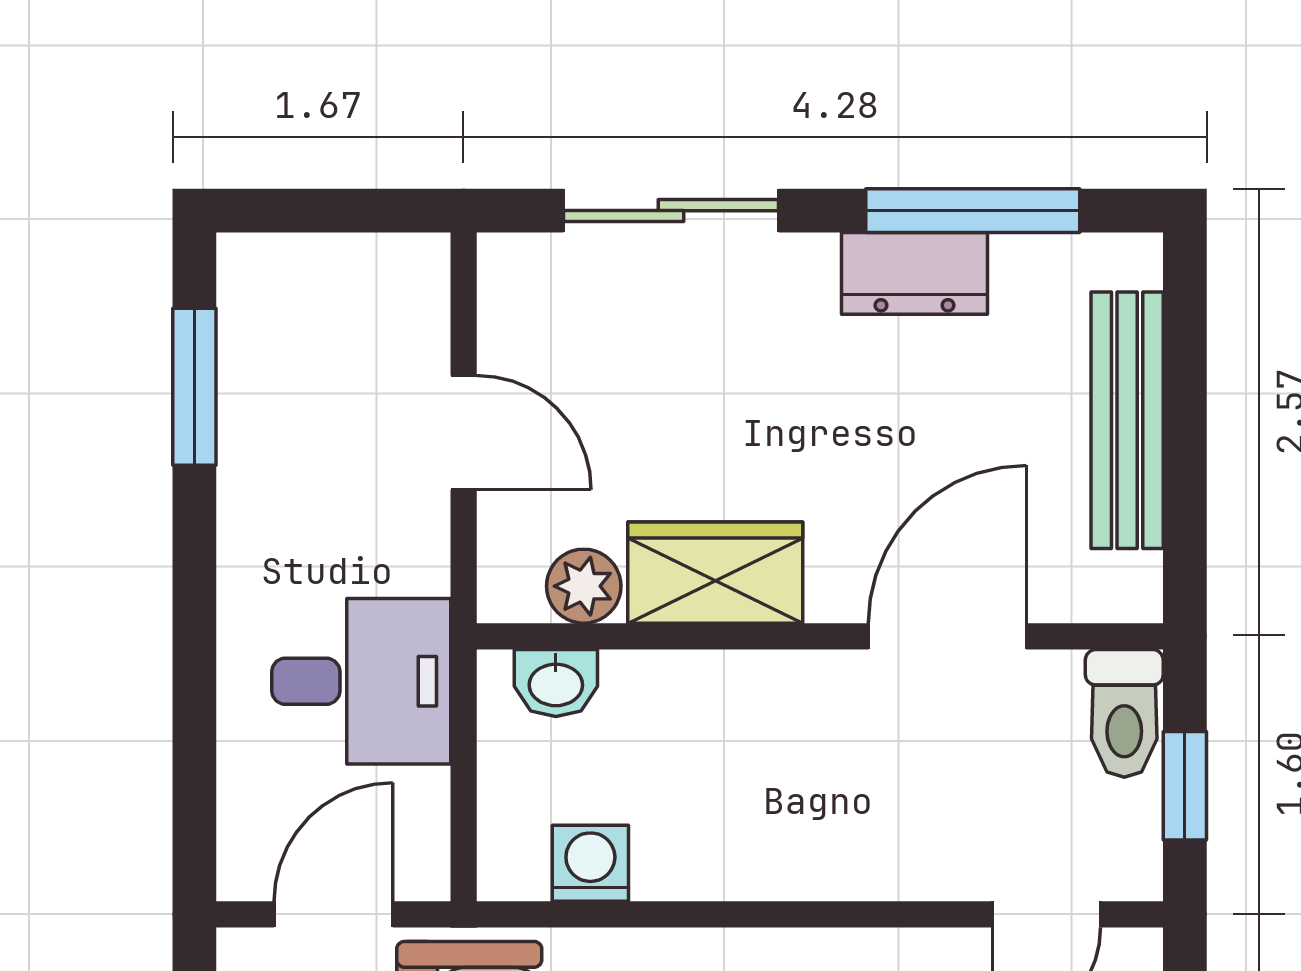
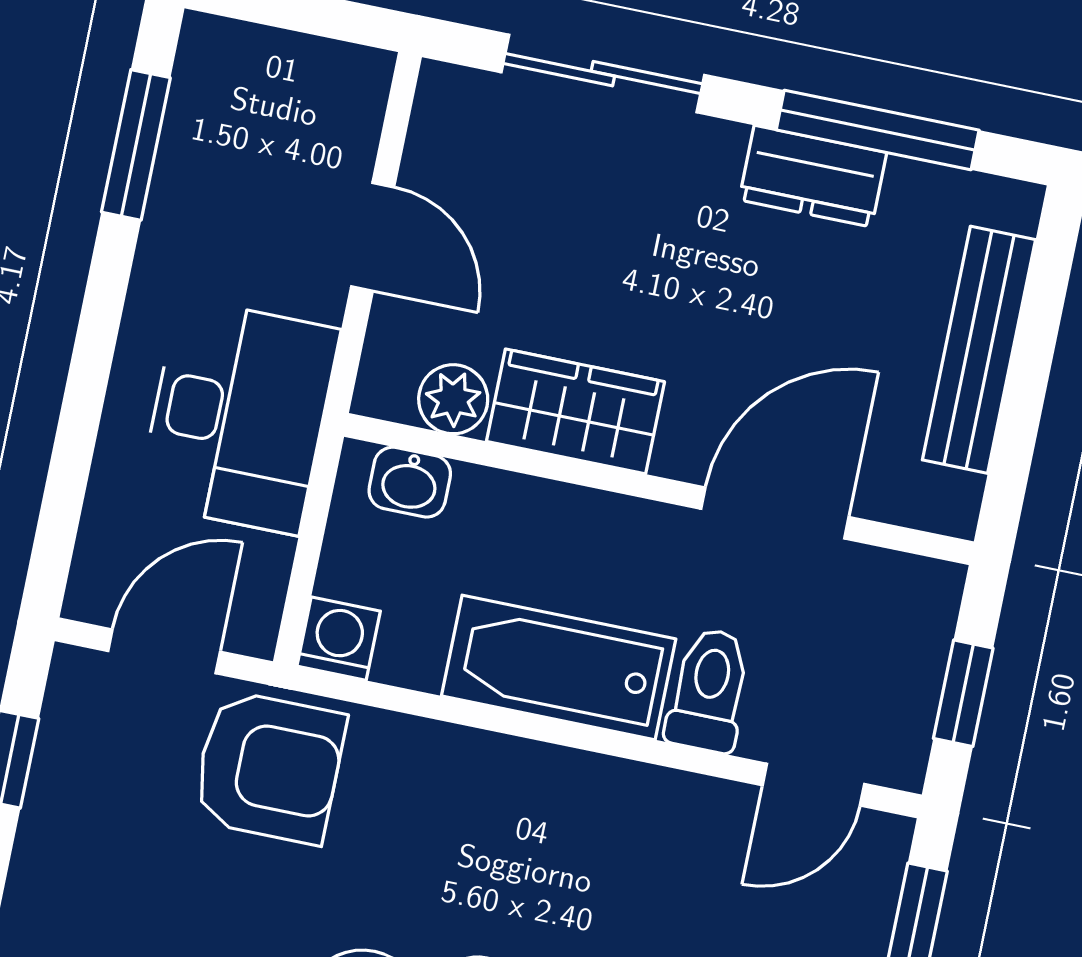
desk: (361, 681) -> (239, 416), width x1.37
toilet: (1124, 713) -> (709, 690), moved, turned 180
bathtub: (753, 846) -> (559, 667), added
washing machine: (590, 863) -> (339, 639), moved

